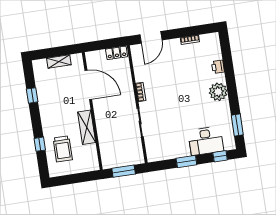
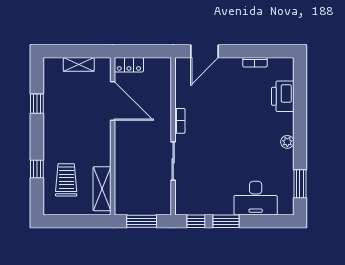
locker: (117, 53) -> (129, 65), moved
printer: (218, 67) -> (283, 96), width x1.87, depth x1.48
plant: (218, 92) -> (287, 142), width x0.53, depth x0.53
shelving: (87, 127) -> (102, 189), moved
trolley: (63, 149) -> (66, 180), turned 180
window: (220, 156) -> (196, 221), moved

